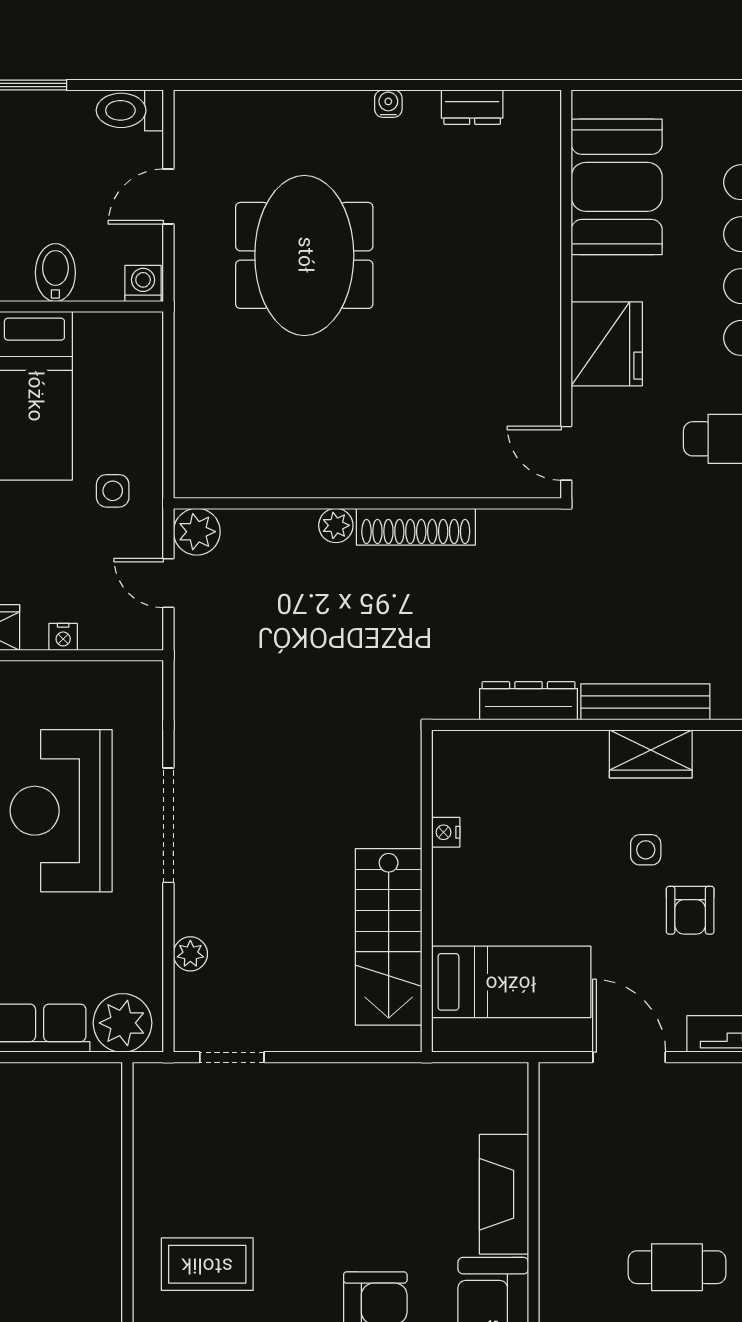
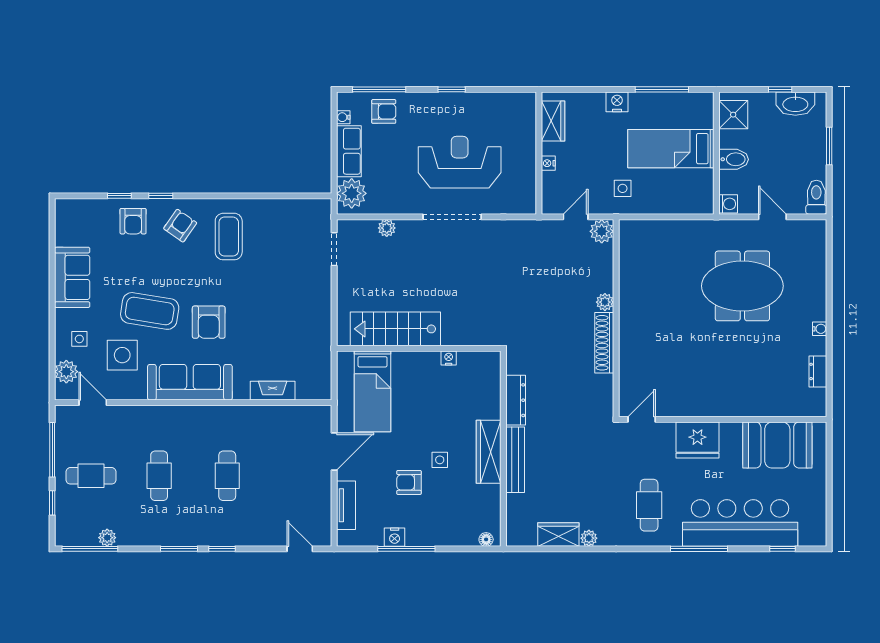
wardrobe: (651, 754) -> (489, 452), width x1.50
fireplace: (504, 1194) -> (273, 391), width x0.73, depth x0.76

